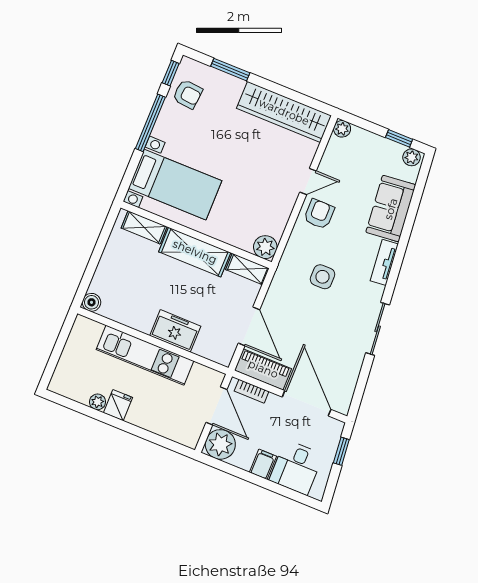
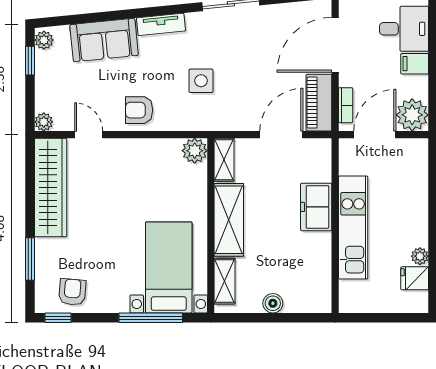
window: (150, 123) -> (151, 318), moved
door: (308, 182) -> (89, 135), moved
boiler: (92, 302) -> (273, 303), moved
fridge: (118, 405) -> (415, 278), moved

